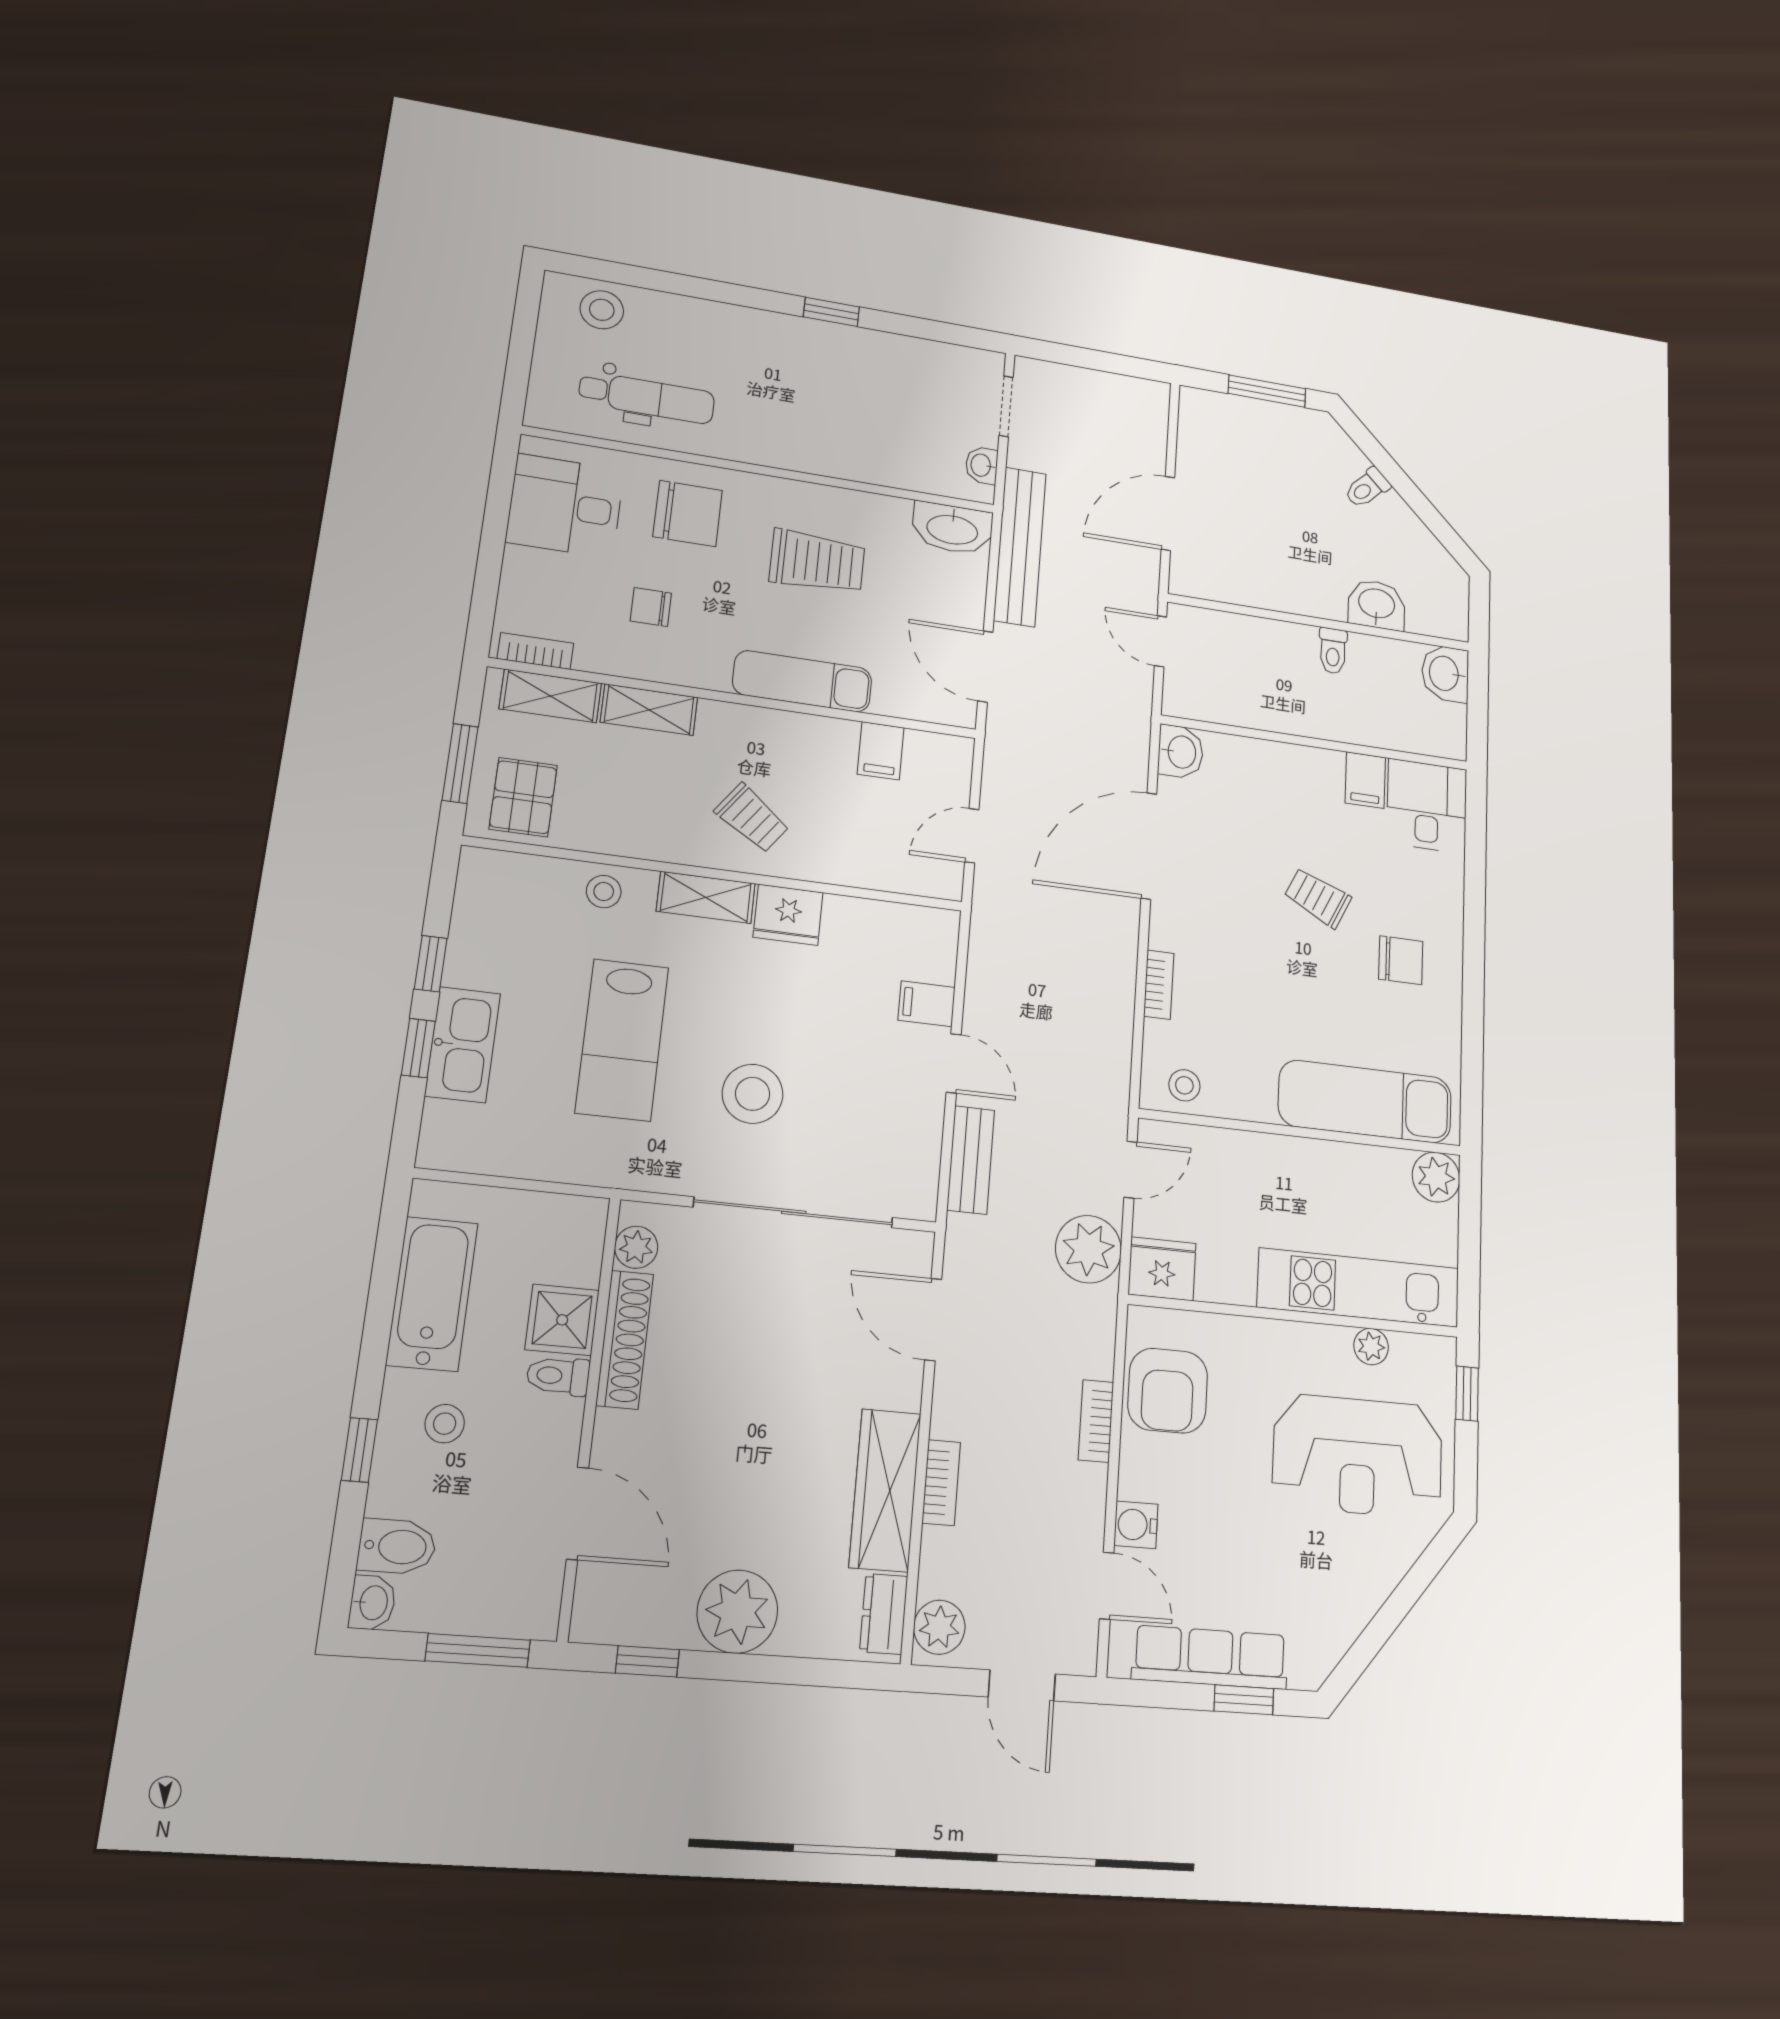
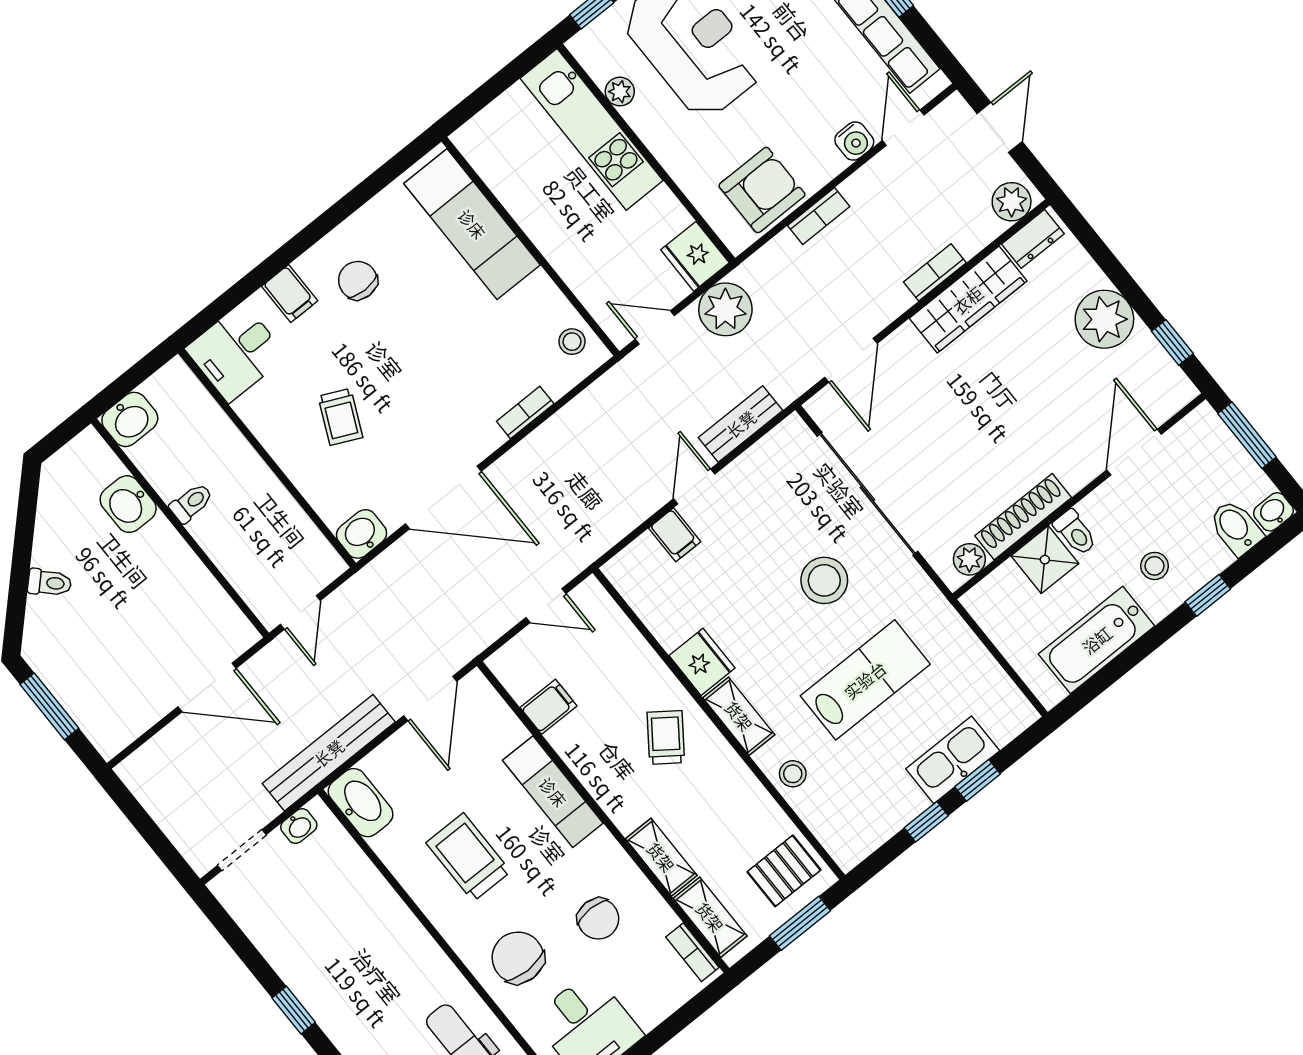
chair: (651, 607) -> (598, 919), width x1.37, depth x1.37
filing cabinet: (1365, 780) -> (290, 294), moved, turned 90
trolley: (1318, 898) -> (340, 417), moved
plant: (1436, 1177) -> (476, 140), removed

